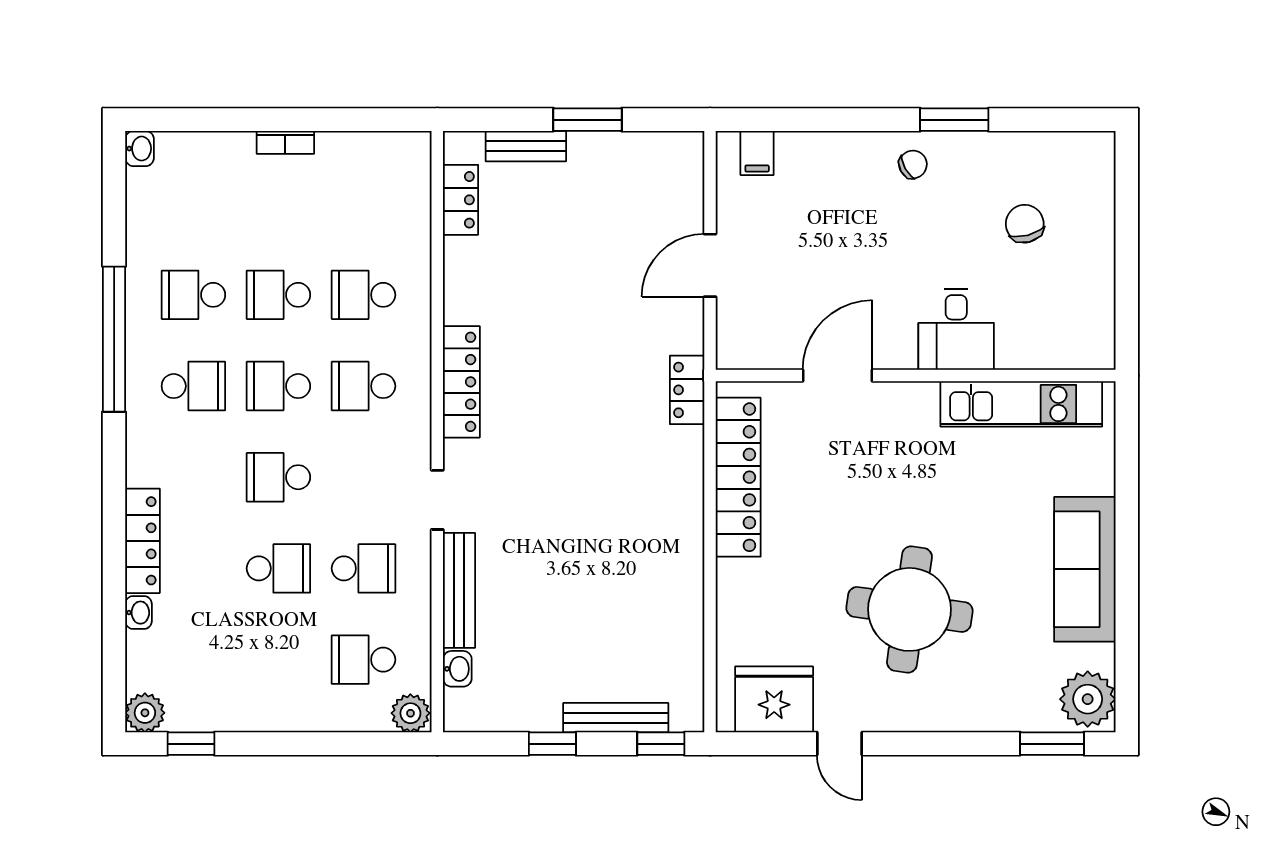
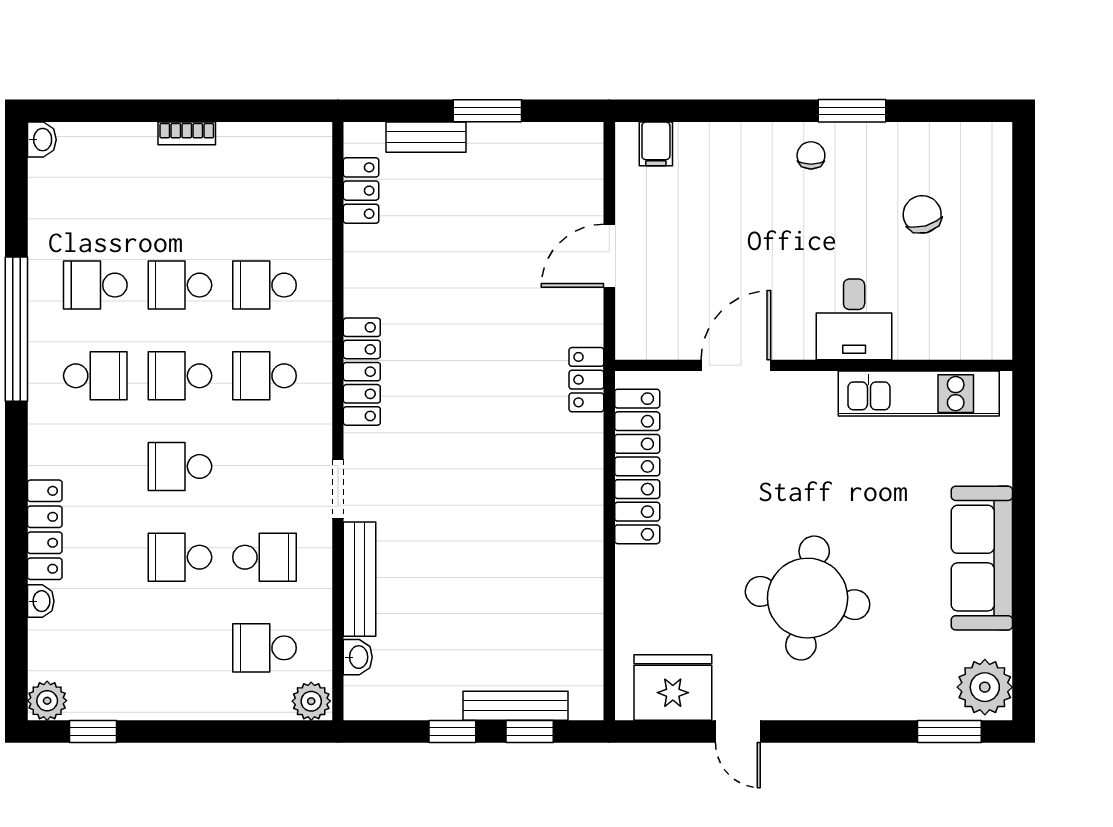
chair: (913, 164) -> (811, 155), turned -61
school desk: (278, 568) -> (180, 557), turned 180
window: (661, 744) -> (530, 731), moved

